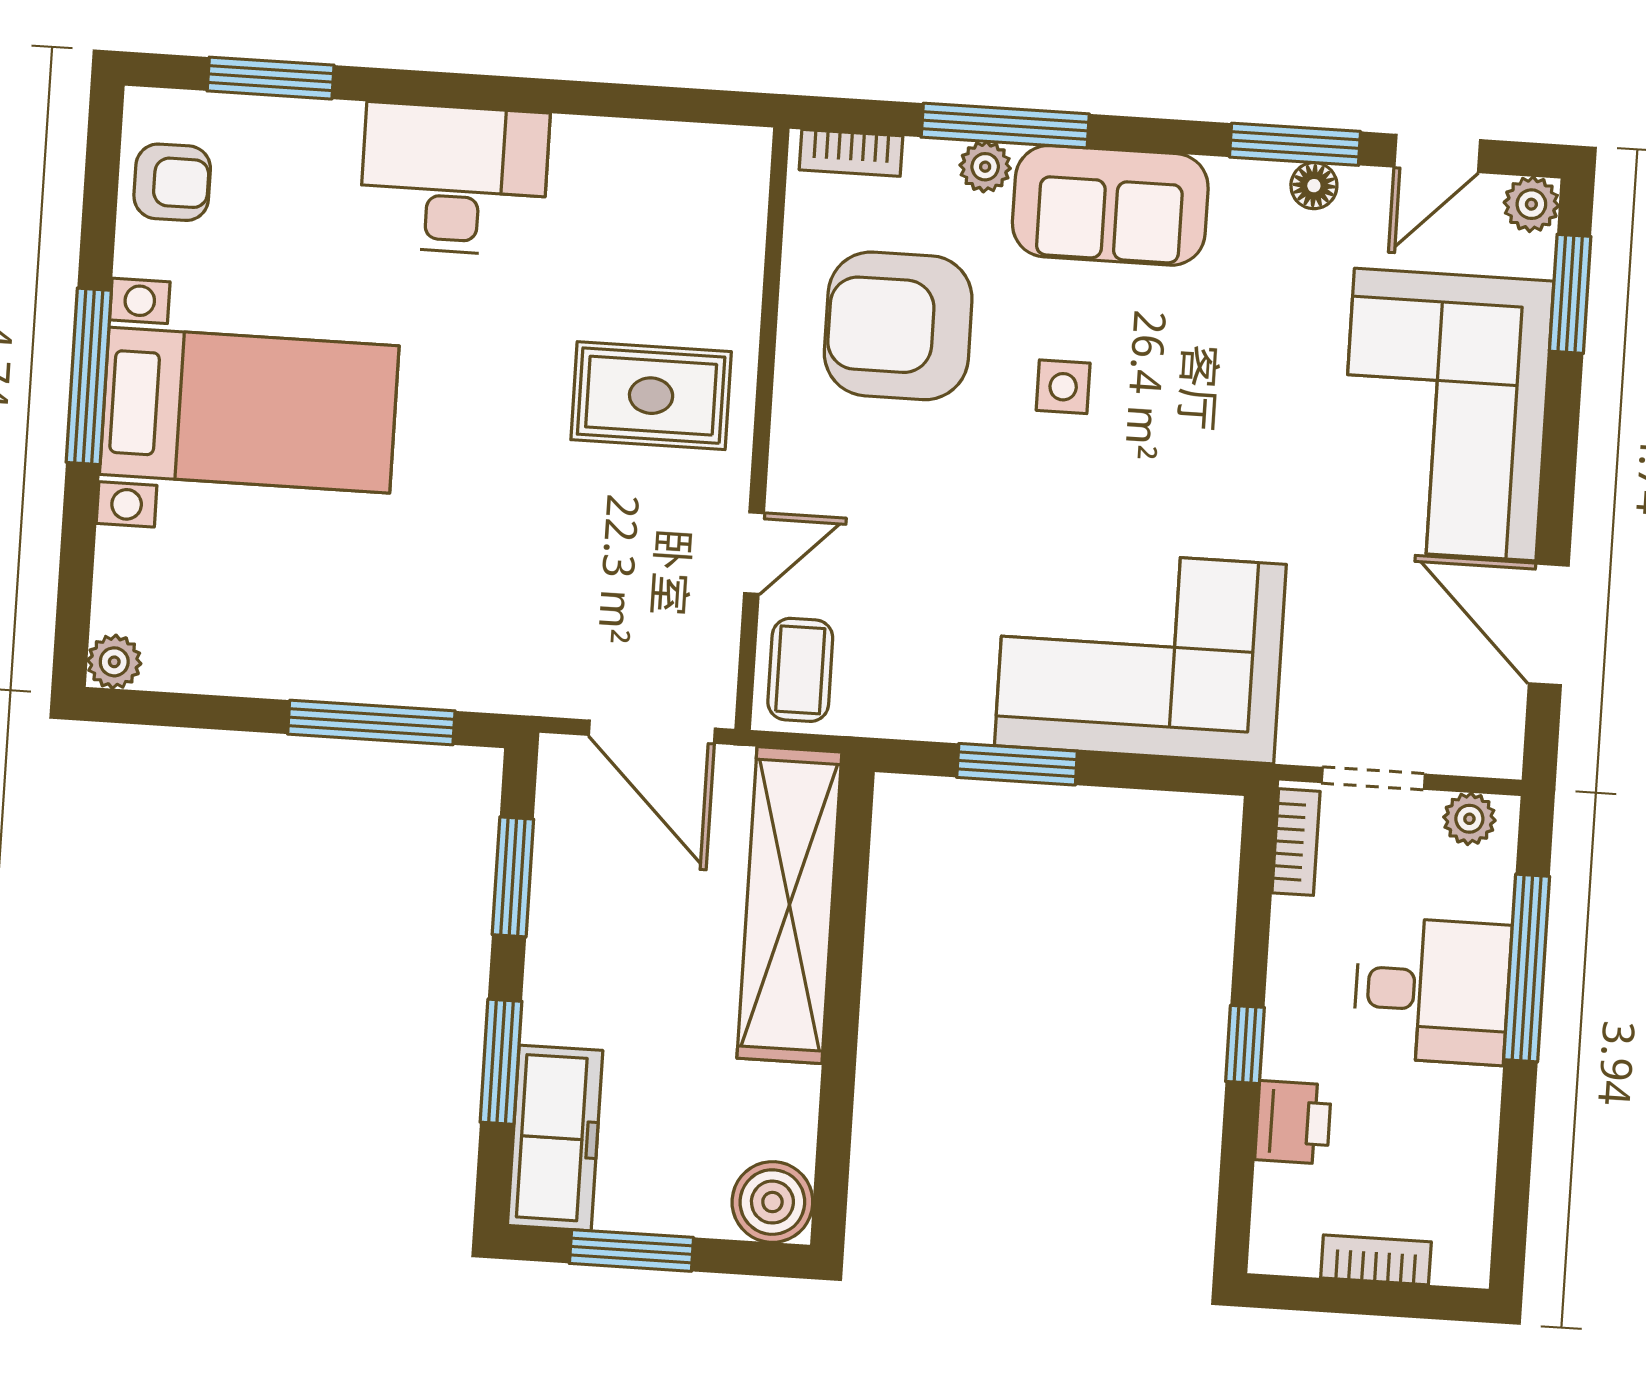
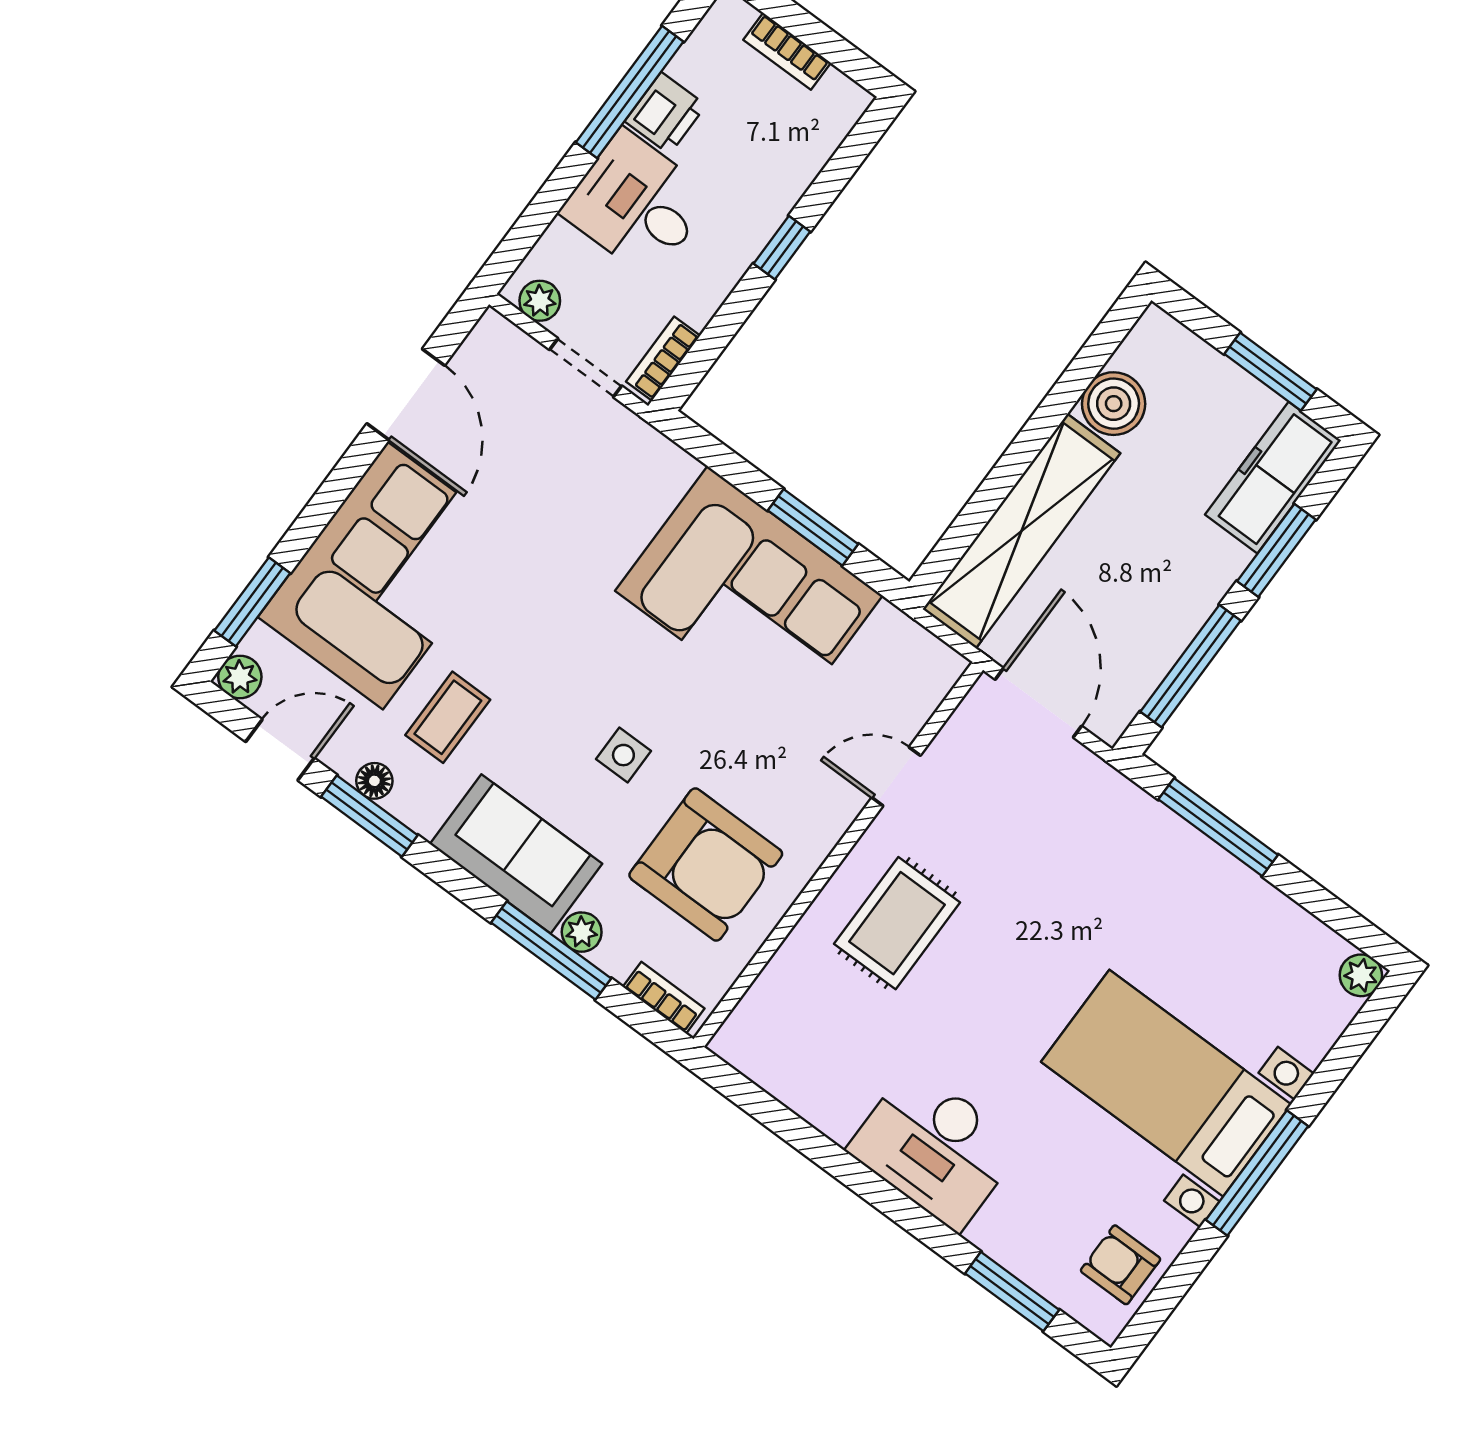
rug: (651, 396) -> (897, 923), turned 90
corner sofa: (1140, 655) -> (749, 593), moved
coffee table: (800, 670) -> (448, 717), moved
window: (513, 877) -> (1191, 666), width x1.44
window: (1527, 968) -> (630, 92), moved
printer: (1293, 1122) -> (665, 113), moved, turned 180
boiler: (772, 1202) -> (1114, 404), moved

